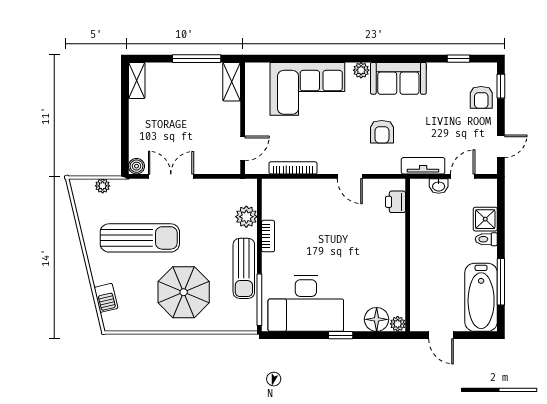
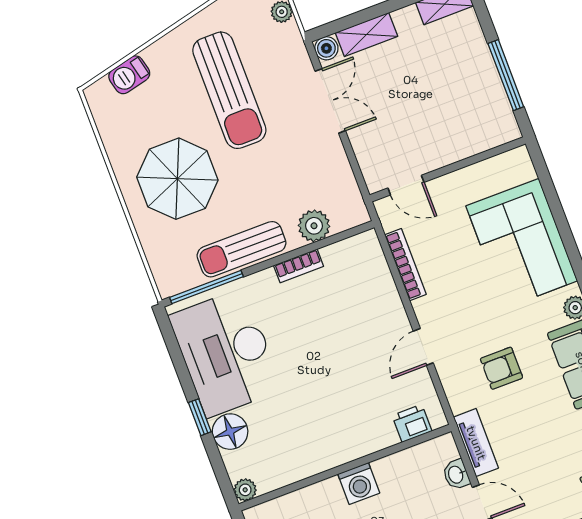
shelving: (232, 82) -> (367, 35), moved
washing machine: (421, 250) -> (359, 483), added
floor lamp: (377, 319) -> (230, 432), moved

